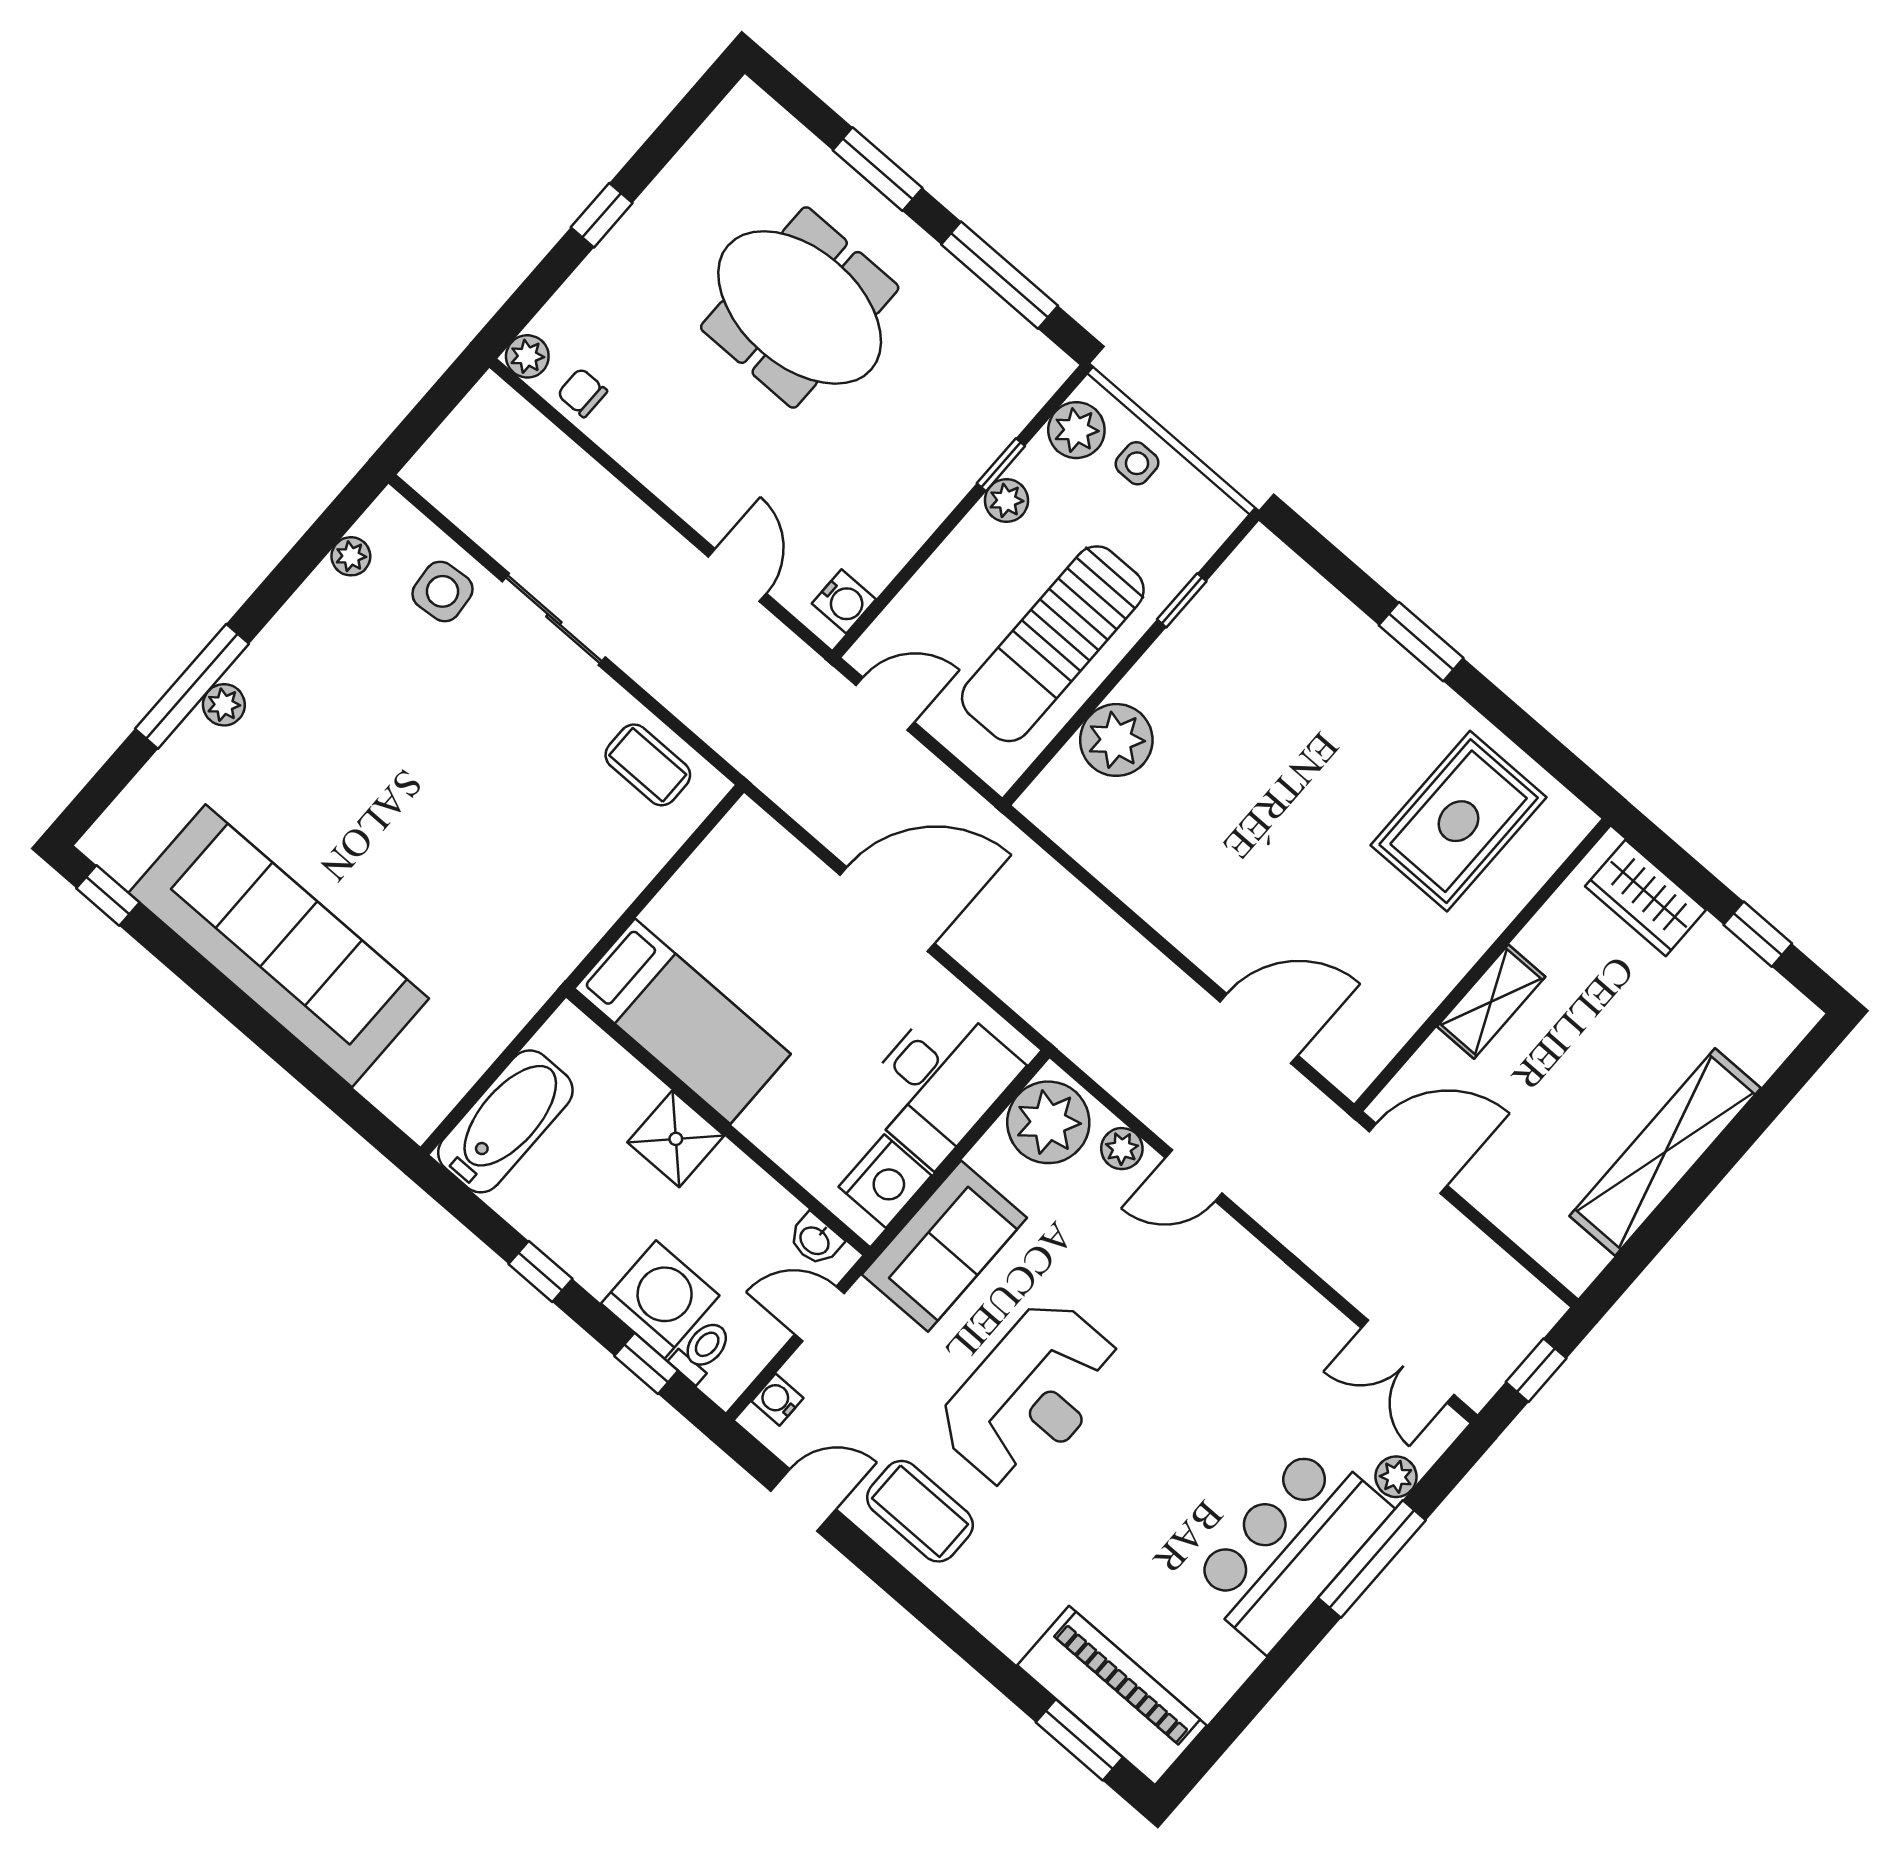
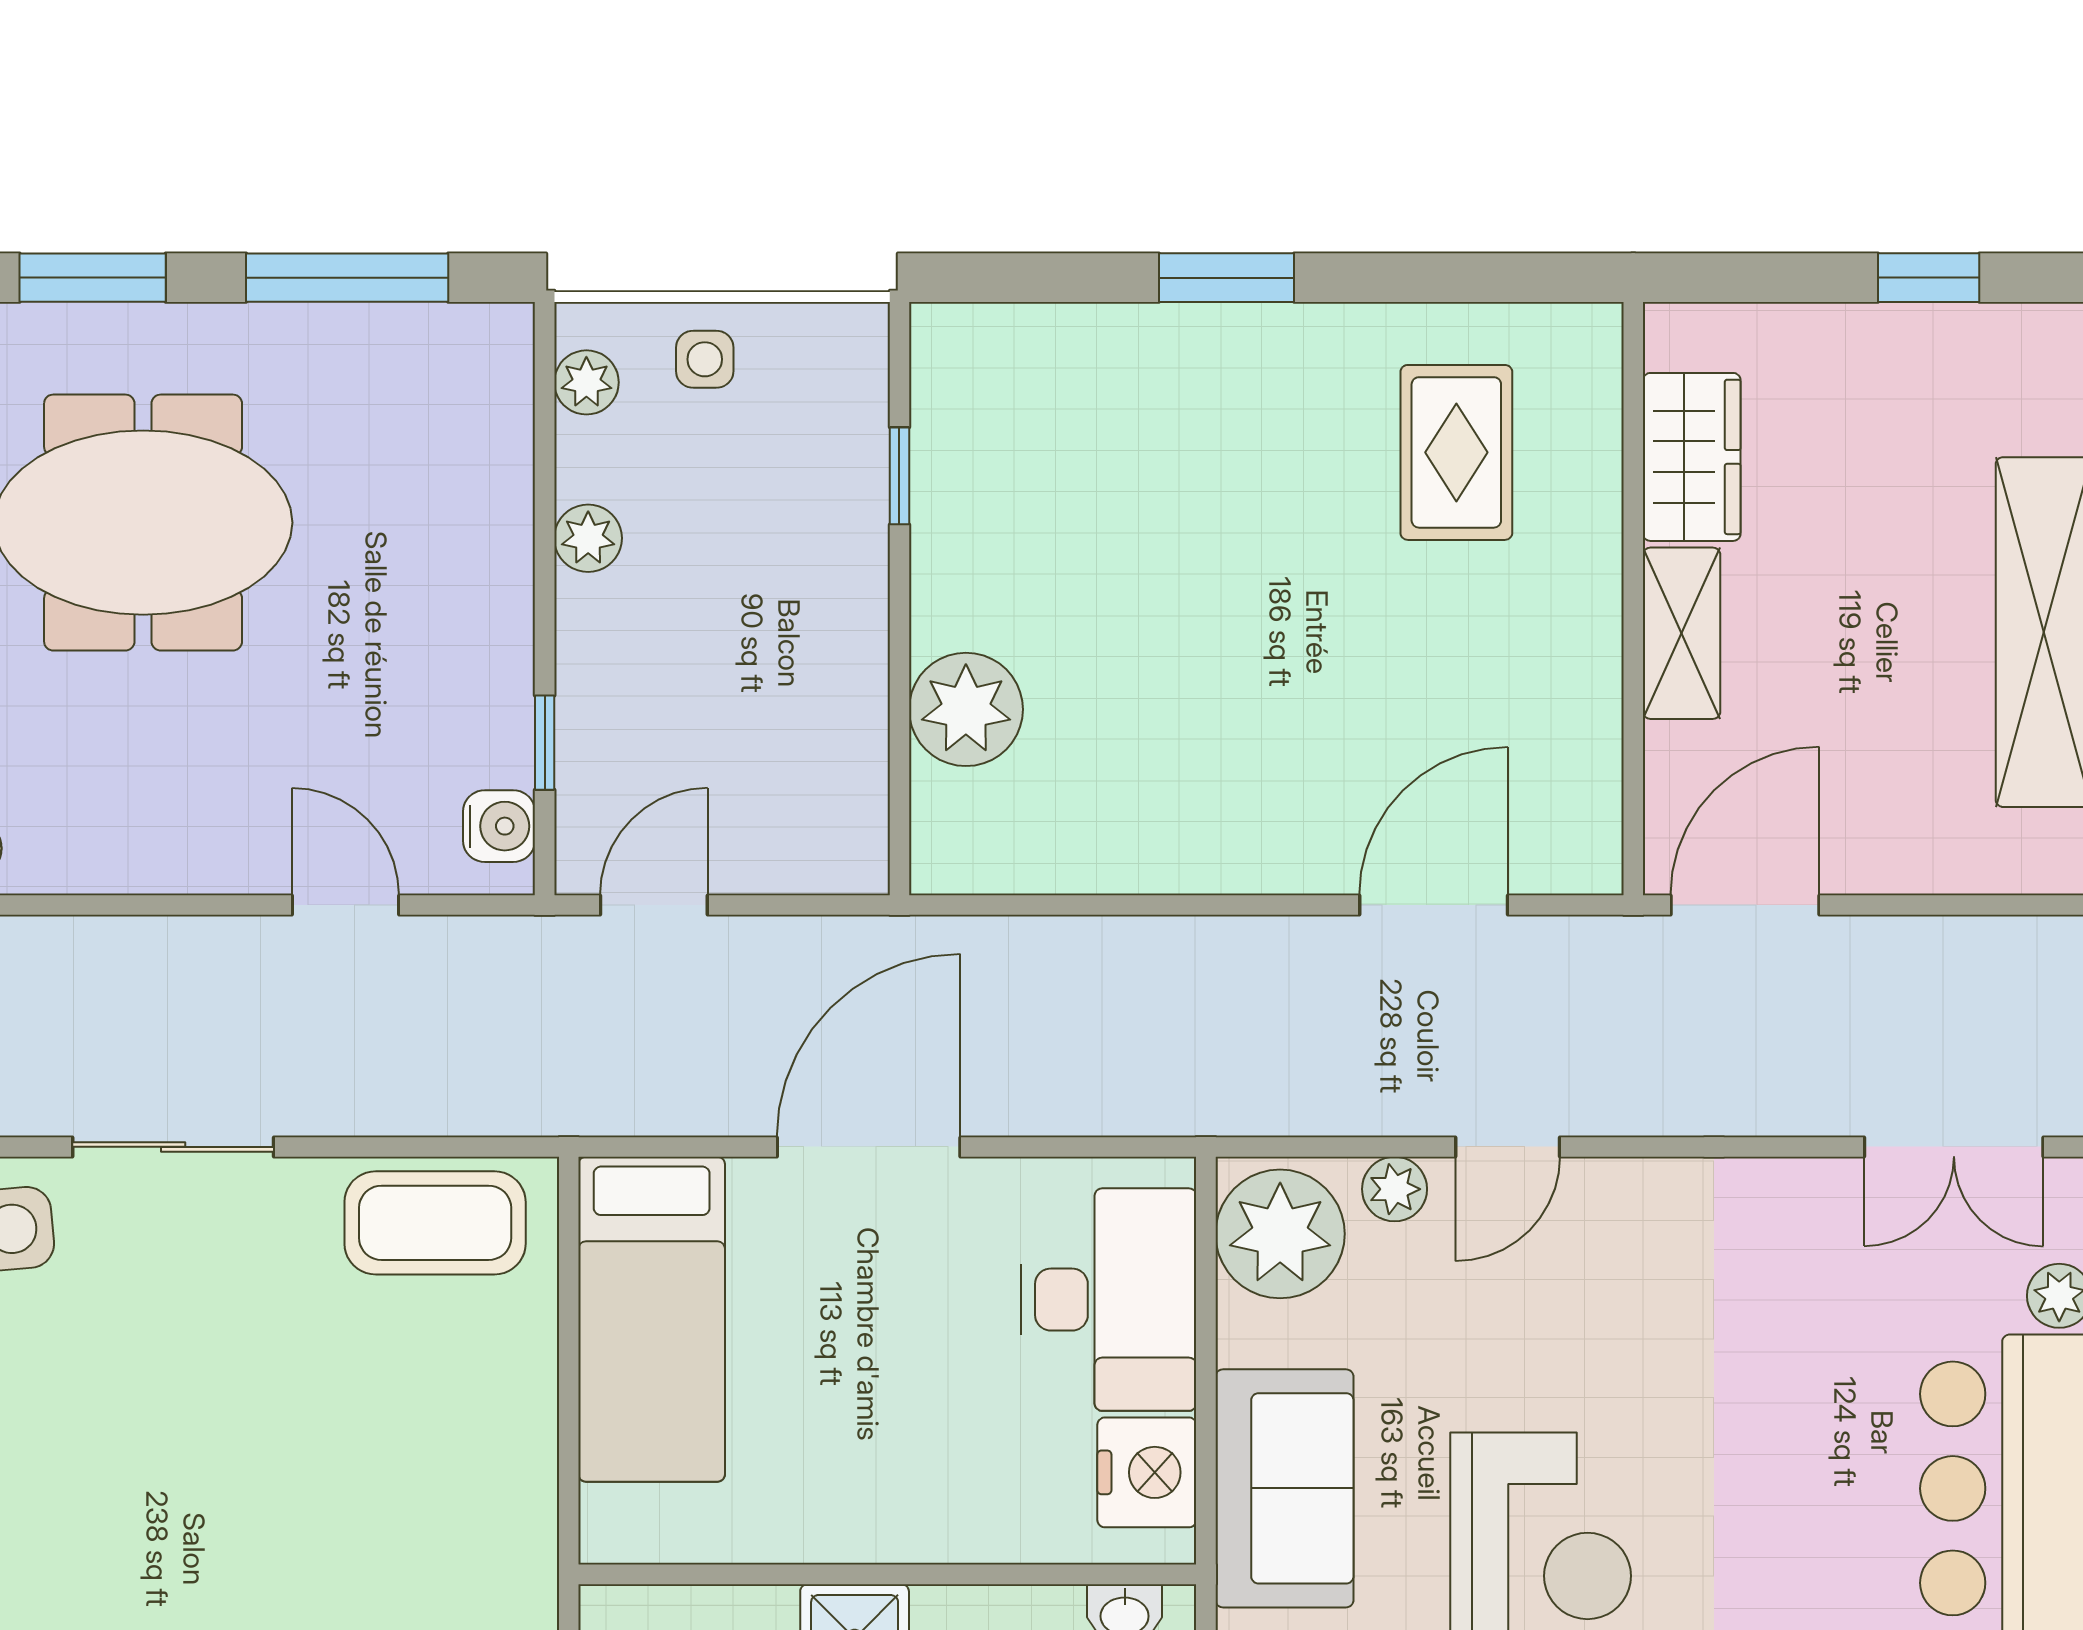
plant: (1076, 430) -> (586, 382), width x0.73, depth x0.73
window: (1001, 465) -> (545, 743), moved
sun lounger: (1053, 644) -> (791, 661), removed
coffee table: (648, 765) -> (435, 1223), width x1.36, depth x1.30
rug: (1458, 821) -> (1456, 452), width x0.73, depth x0.70
wardrobe: (1646, 898) -> (1692, 457), moved, turned -90
bed: (683, 1021) -> (652, 1319), moved, turned 90

